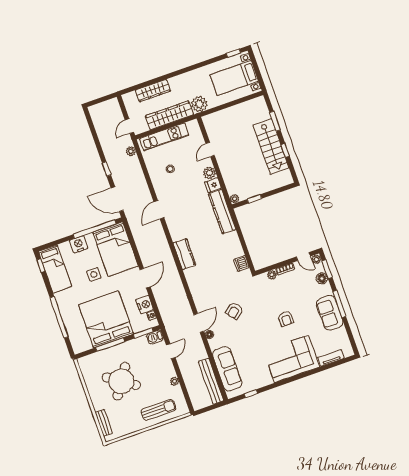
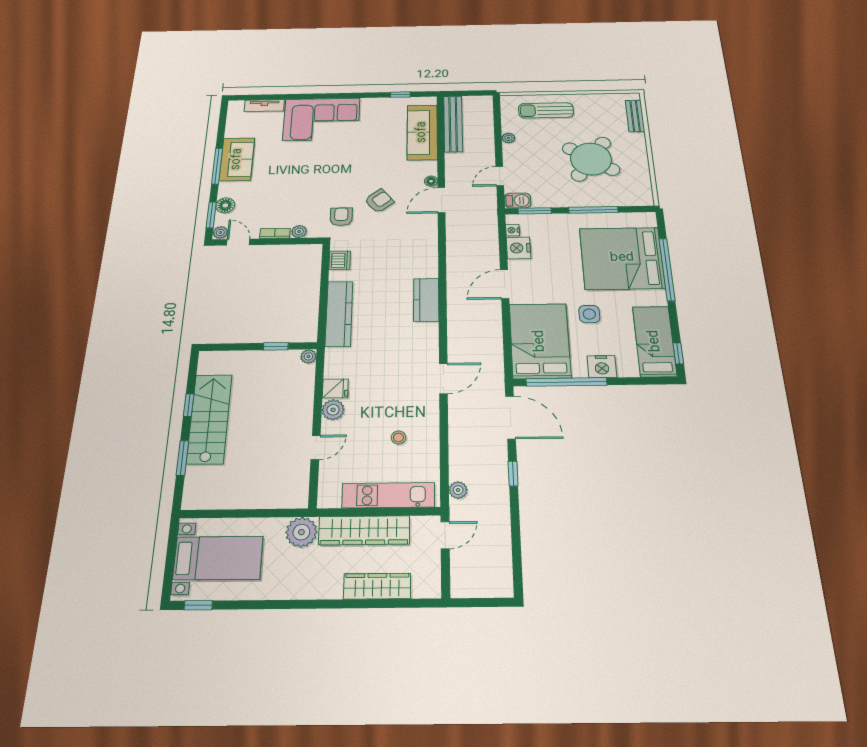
kitchen counter: (222, 212) -> (339, 314), moved
bed: (106, 319) -> (622, 258), moved, turned 90
armchair: (286, 319) -> (341, 217), moved

